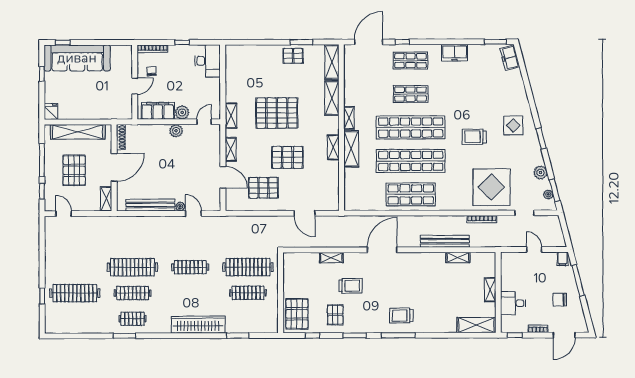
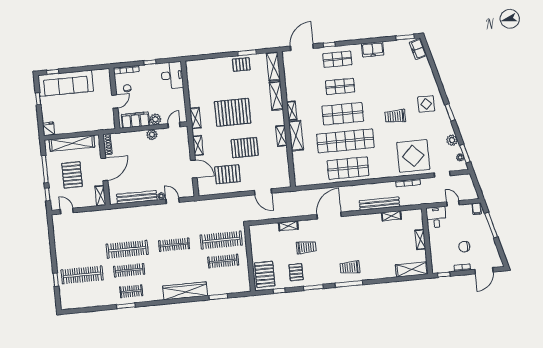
shop shelf: (411, 127) -> (343, 114), width x0.71
chair: (560, 300) -> (464, 247), moved
desk: (513, 303) -> (436, 217), moved, turned 90

